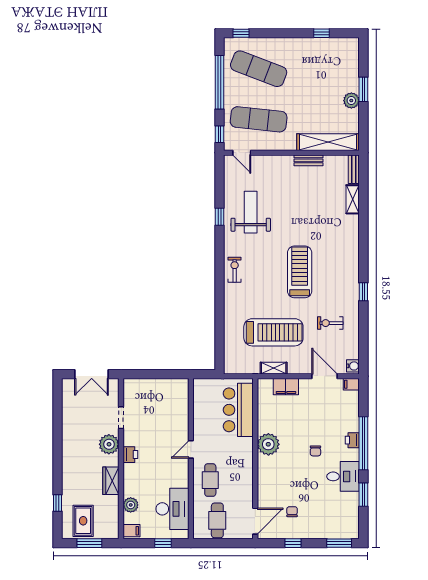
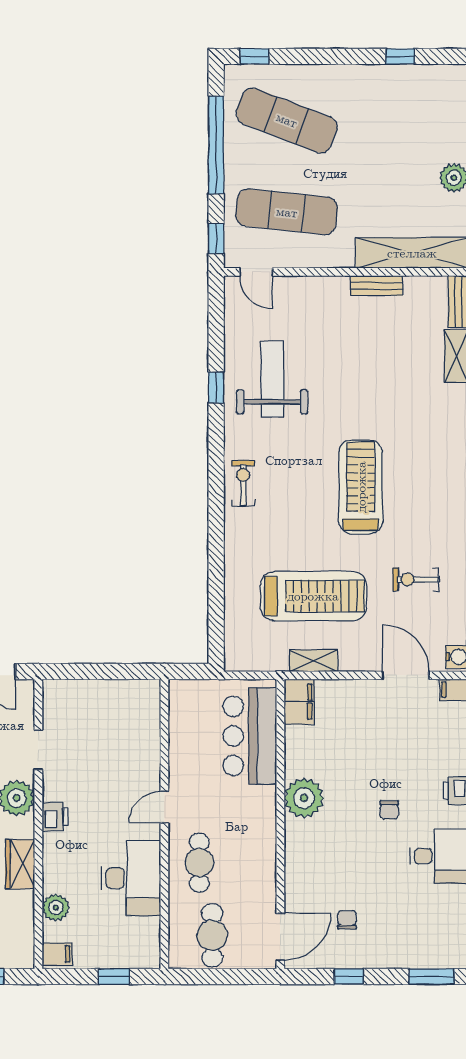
filing cabinet: (286, 387) -> (299, 702), moved, turned -90
desk: (172, 509) -> (131, 878), moved

